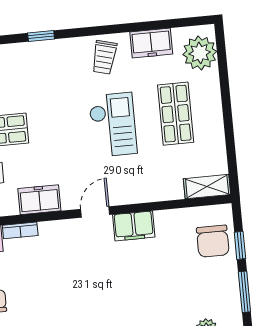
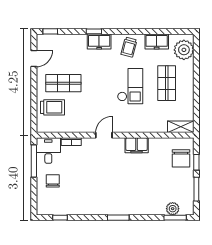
freezer: (39, 200) -> (99, 41), moved, turned 180
door: (95, 212) -> (104, 135), moved

